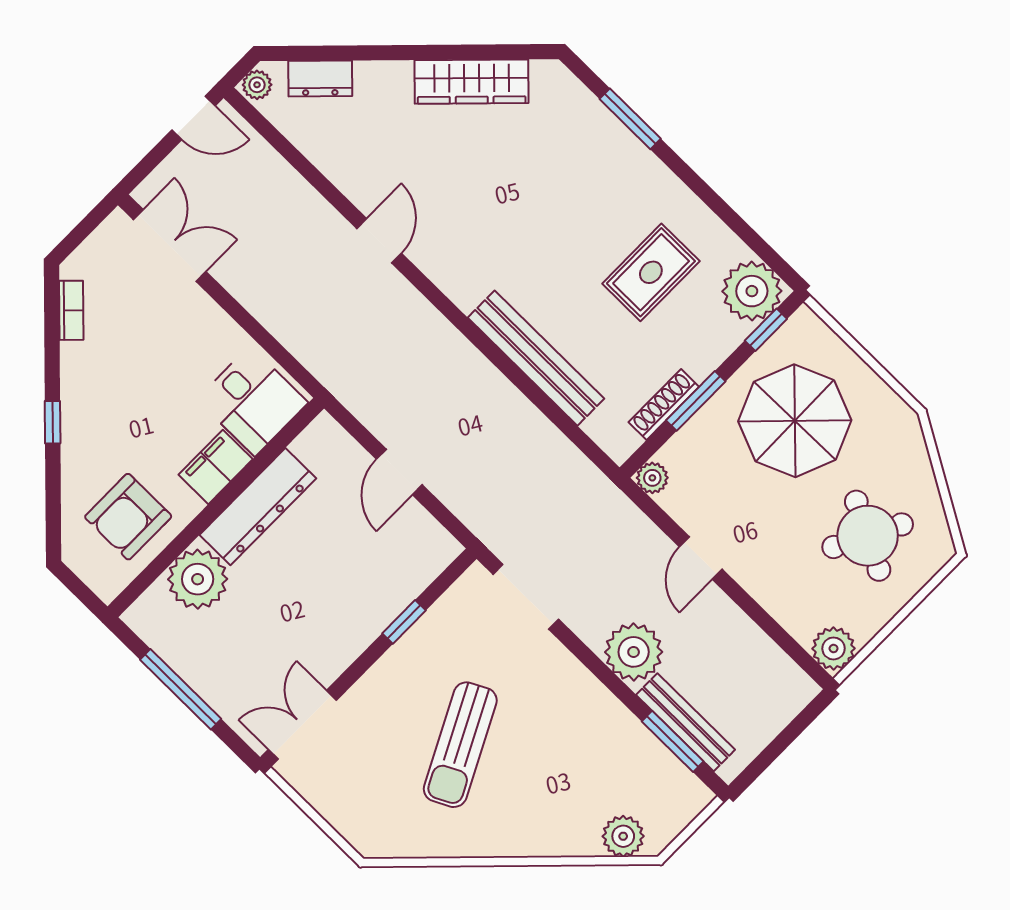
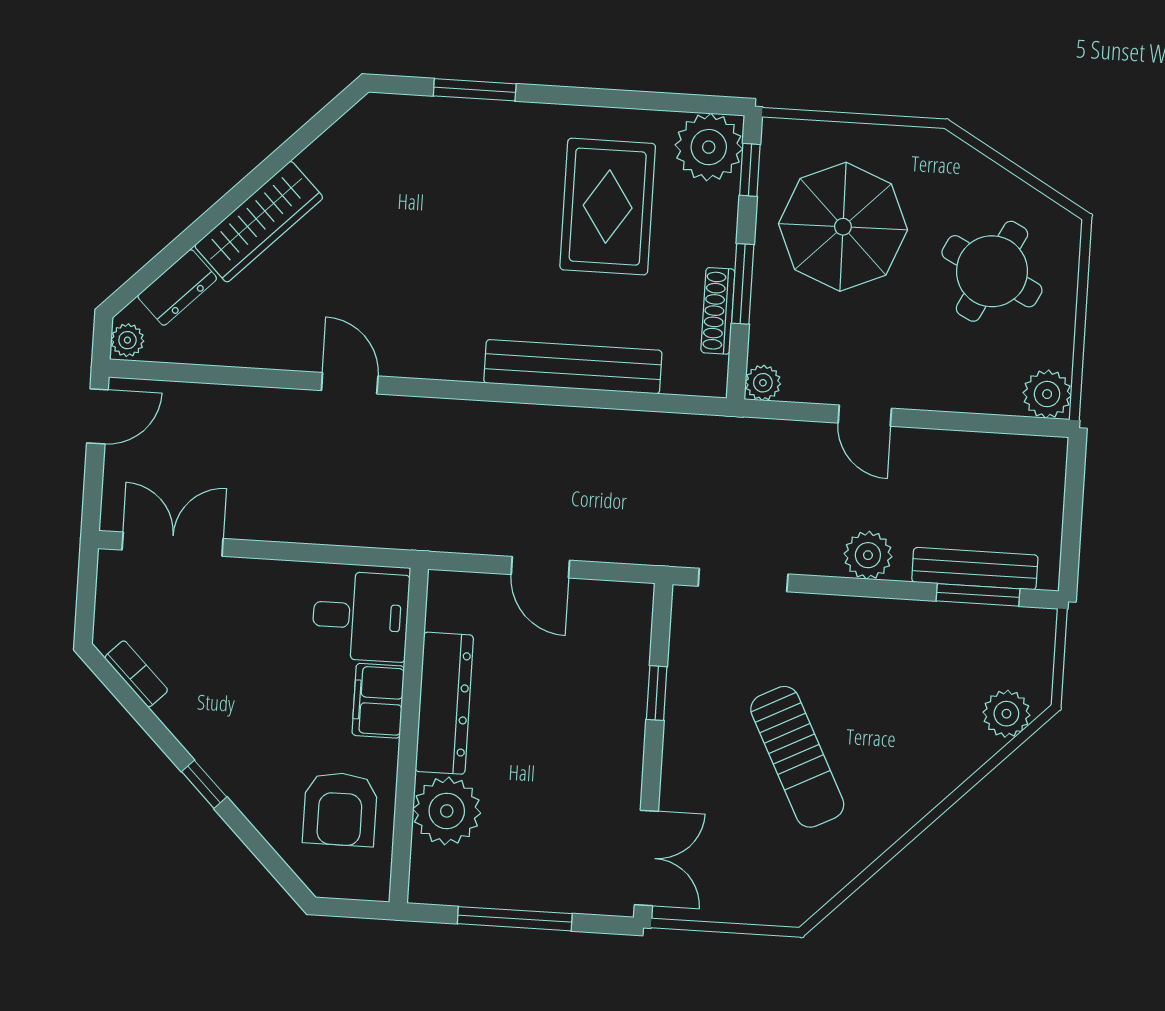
wardrobe: (472, 82) -> (259, 222), moved
rug: (651, 272) -> (608, 207), width x1.36, depth x1.43
plant: (634, 652) -> (868, 555), width x0.73, depth x0.73
double door: (302, 725) -> (646, 858), swing flipped

